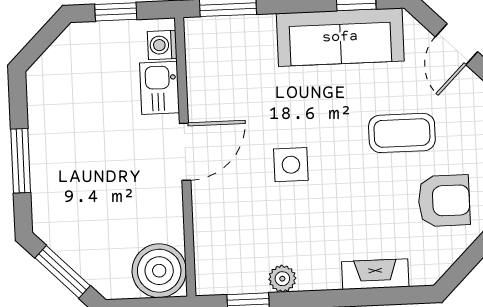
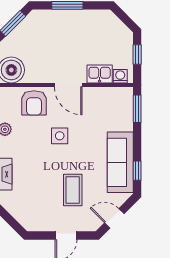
armchair: (444, 201) -> (34, 103), moved

